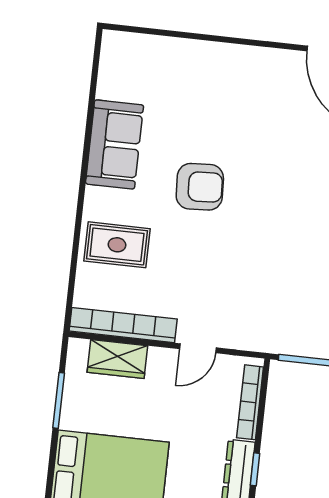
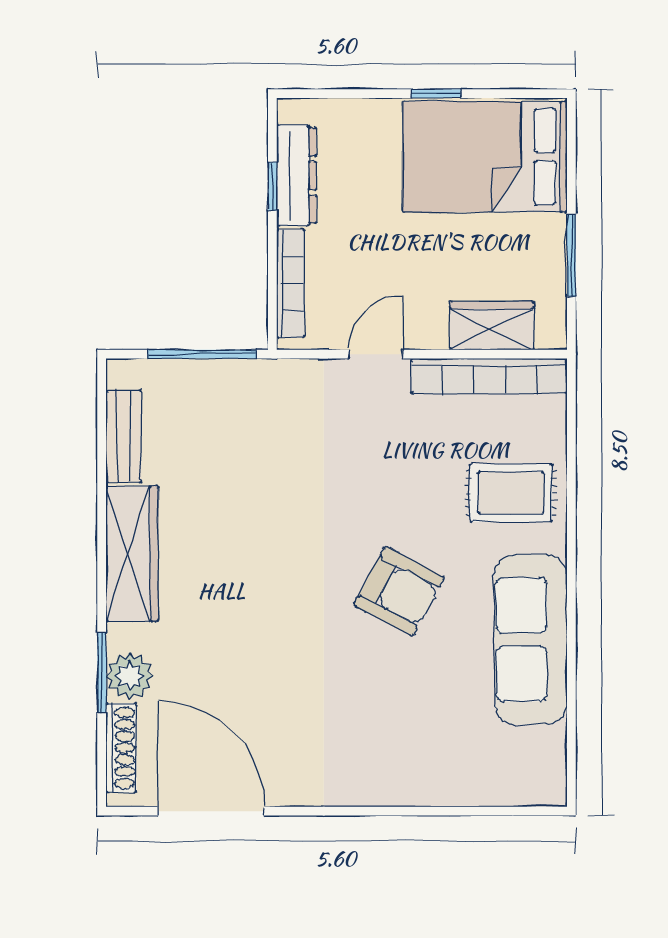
sofa: (115, 144) -> (531, 639), width x1.36
armchair: (200, 187) -> (399, 591), turned -149

